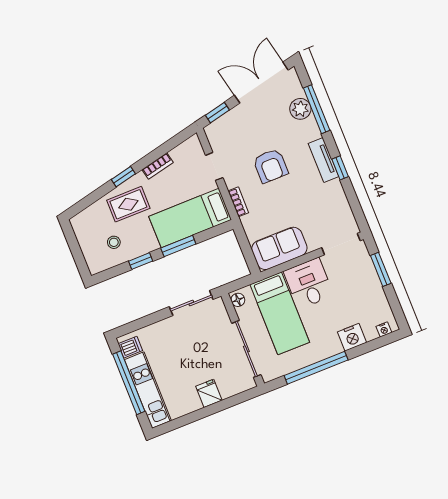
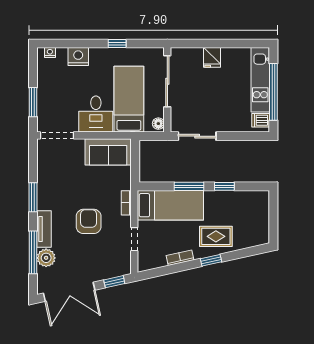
tv unit: (323, 160) -> (44, 229), moved
window: (340, 168) -> (33, 197), width x1.50
stool: (114, 242) -> (240, 210), removed
window: (316, 368) -> (117, 44), width x0.32

